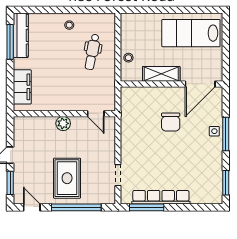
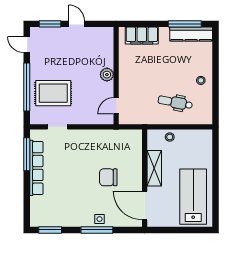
rug: (67, 178) -> (53, 93), moved
door: (32, 207) -> (27, 45), swing flipped

